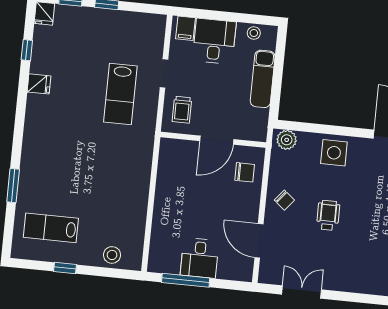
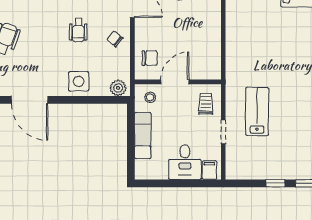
stool: (254, 33) -> (150, 97), moved
chair: (245, 172) -> (150, 58), turned 180

